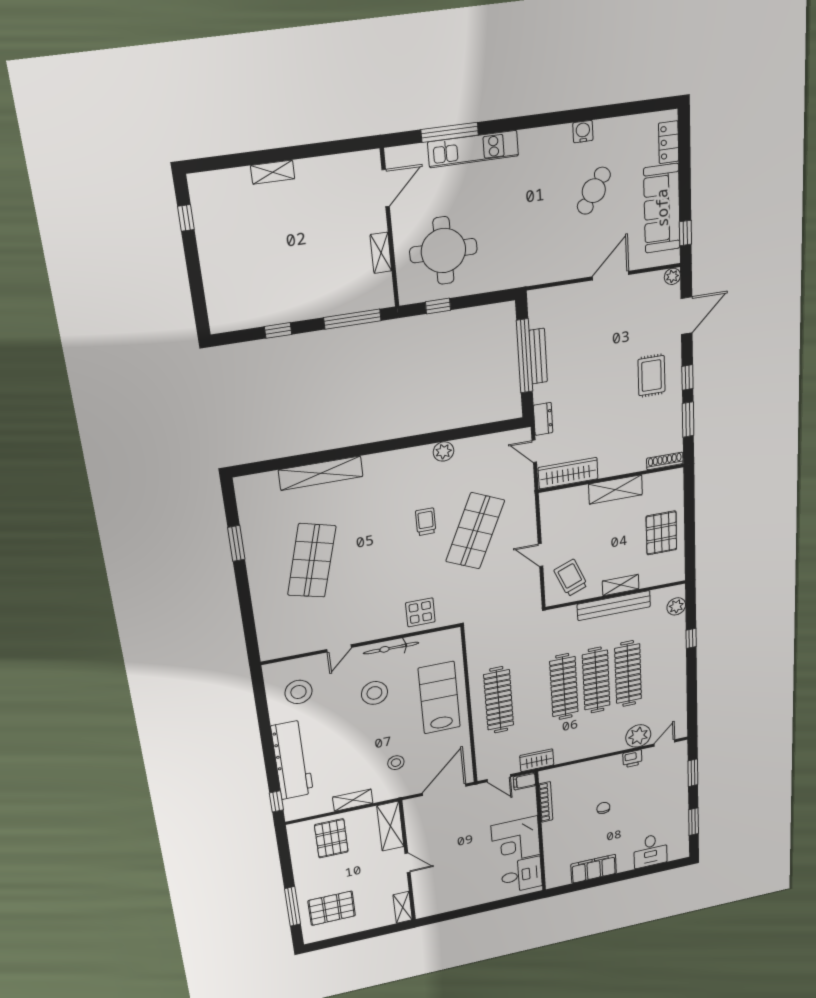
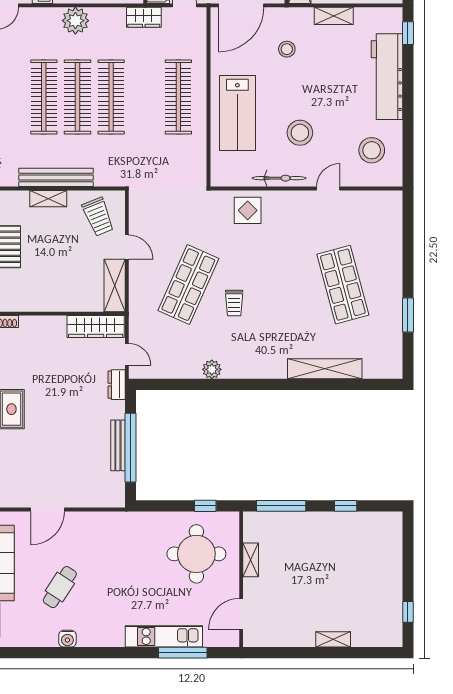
shelving: (615, 489) -> (115, 285), moved, turned 90
shop shelf: (312, 561) -> (343, 285), turned -30
plant: (638, 736) -> (75, 21), moved

